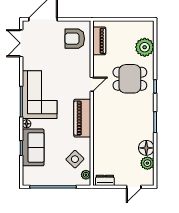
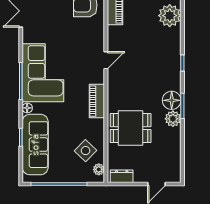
dining table: (130, 79) -> (131, 128), moved
piano: (82, 118) -> (97, 101), width x0.73, depth x0.75
sofa: (33, 147) -> (35, 145), width x1.36
floor lamp: (146, 148) -> (172, 100), moved
plant: (147, 163) -> (173, 119), moved

